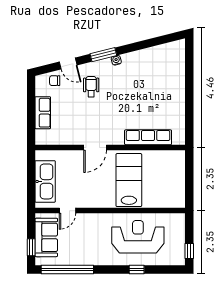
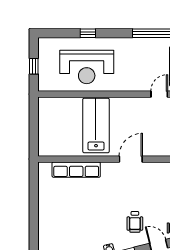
lab bench: (129, 180) -> (96, 125), turned 180
window: (189, 251) -> (34, 66), moved

